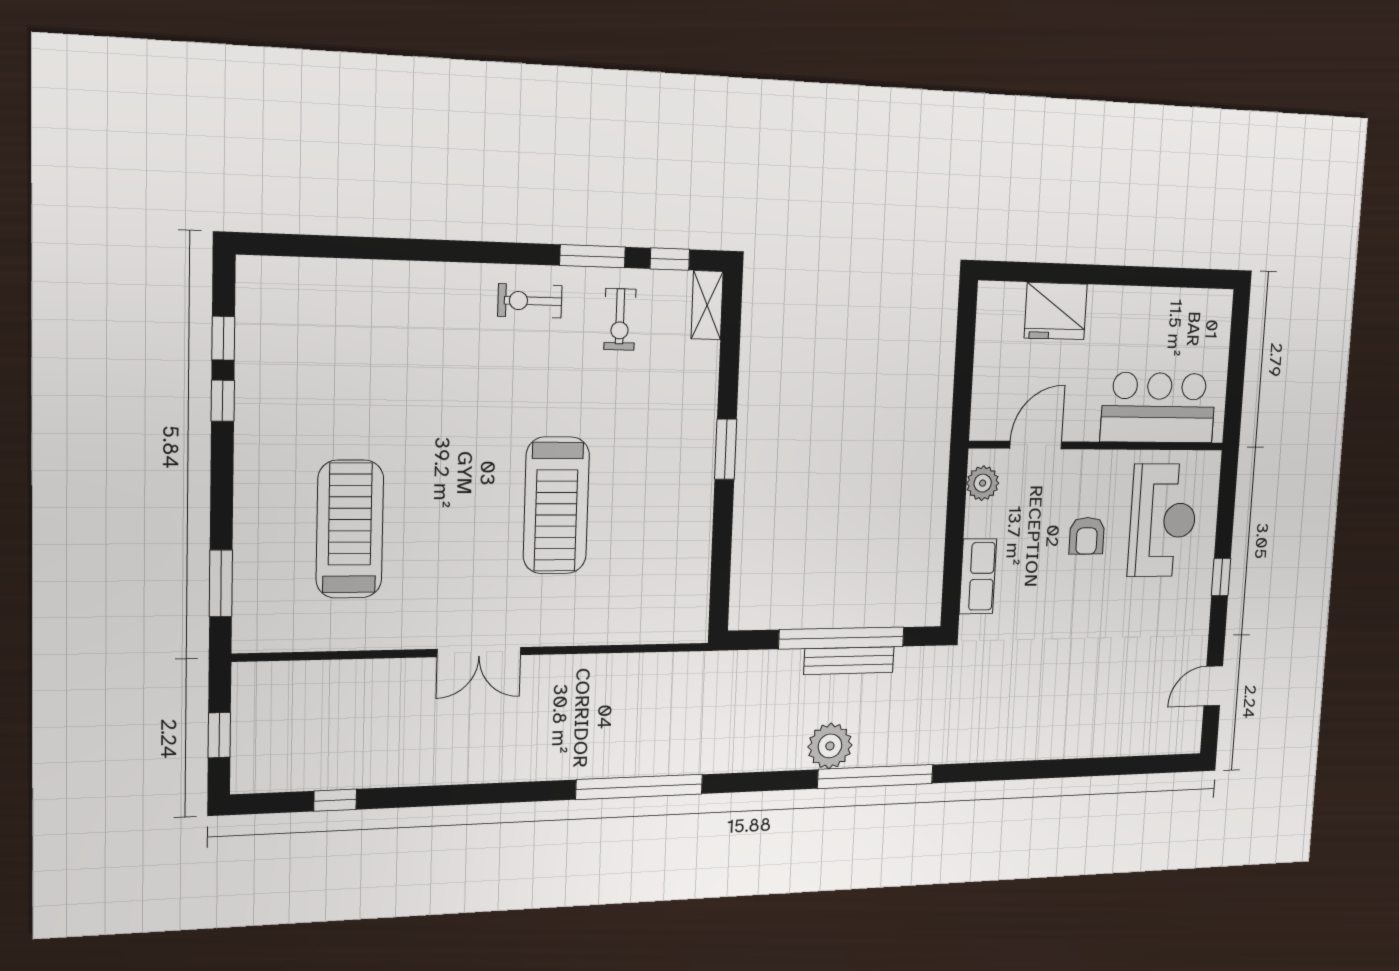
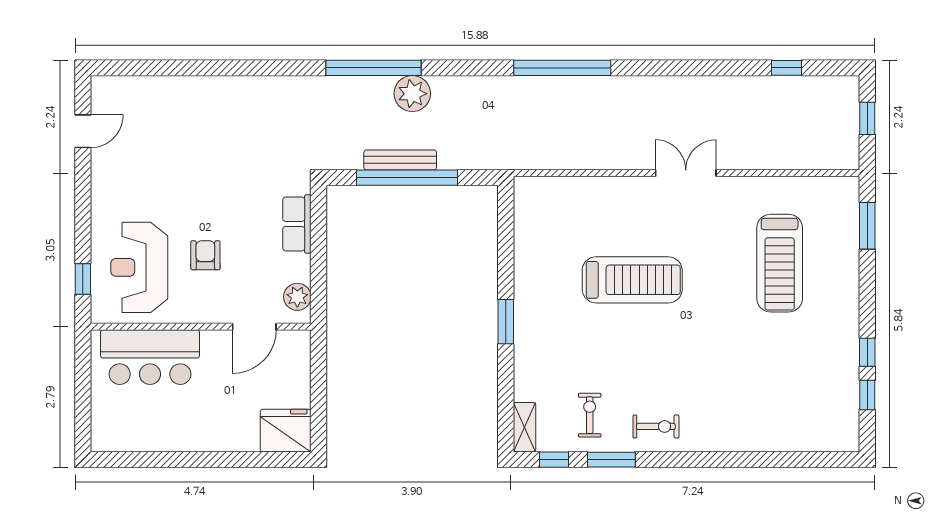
fridge: (1056, 311) -> (286, 431), moved
treadmill: (556, 505) -> (632, 280), turned 90
window: (1221, 577) -> (83, 279), moved

